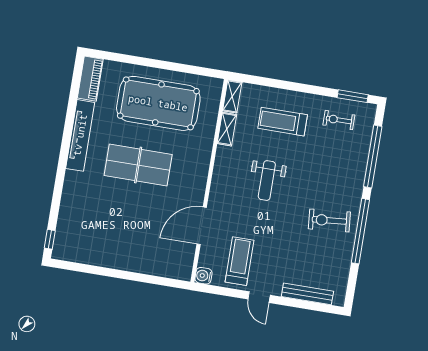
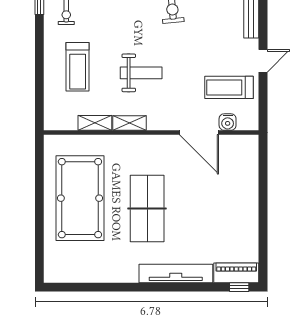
piano: (90, 79) -> (236, 273), moved
shelving: (232, 96) -> (129, 123), moved
tv unit: (80, 135) -> (176, 273), moved
water cooler: (203, 276) -> (228, 122), moved

